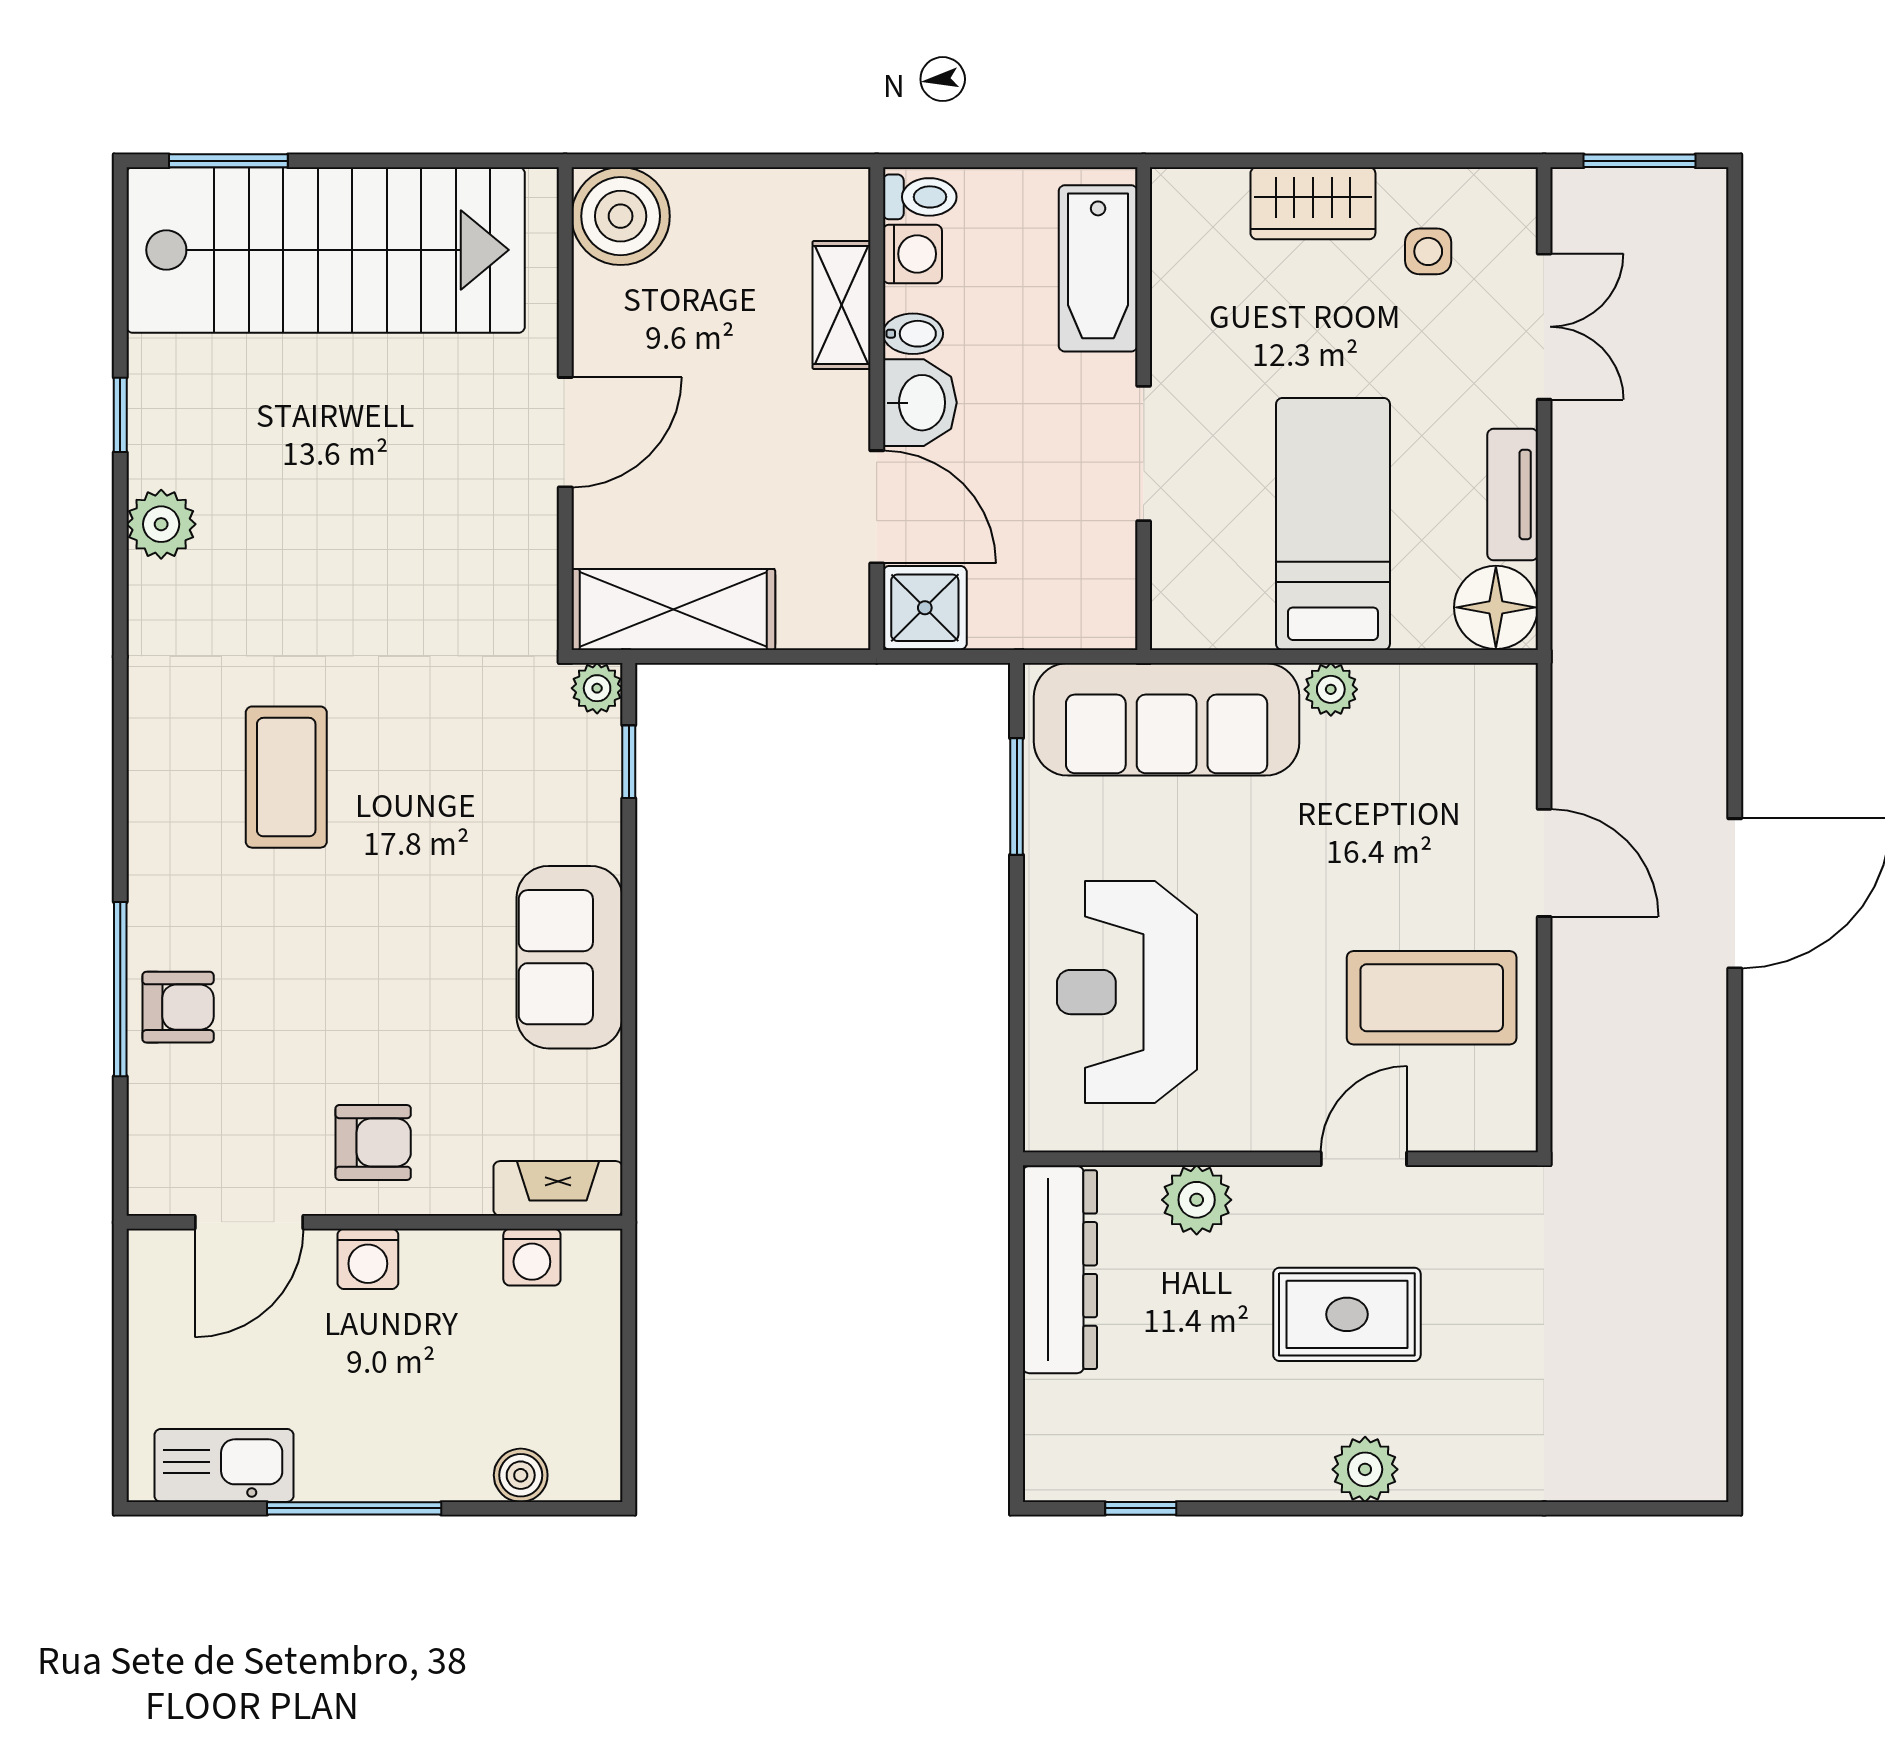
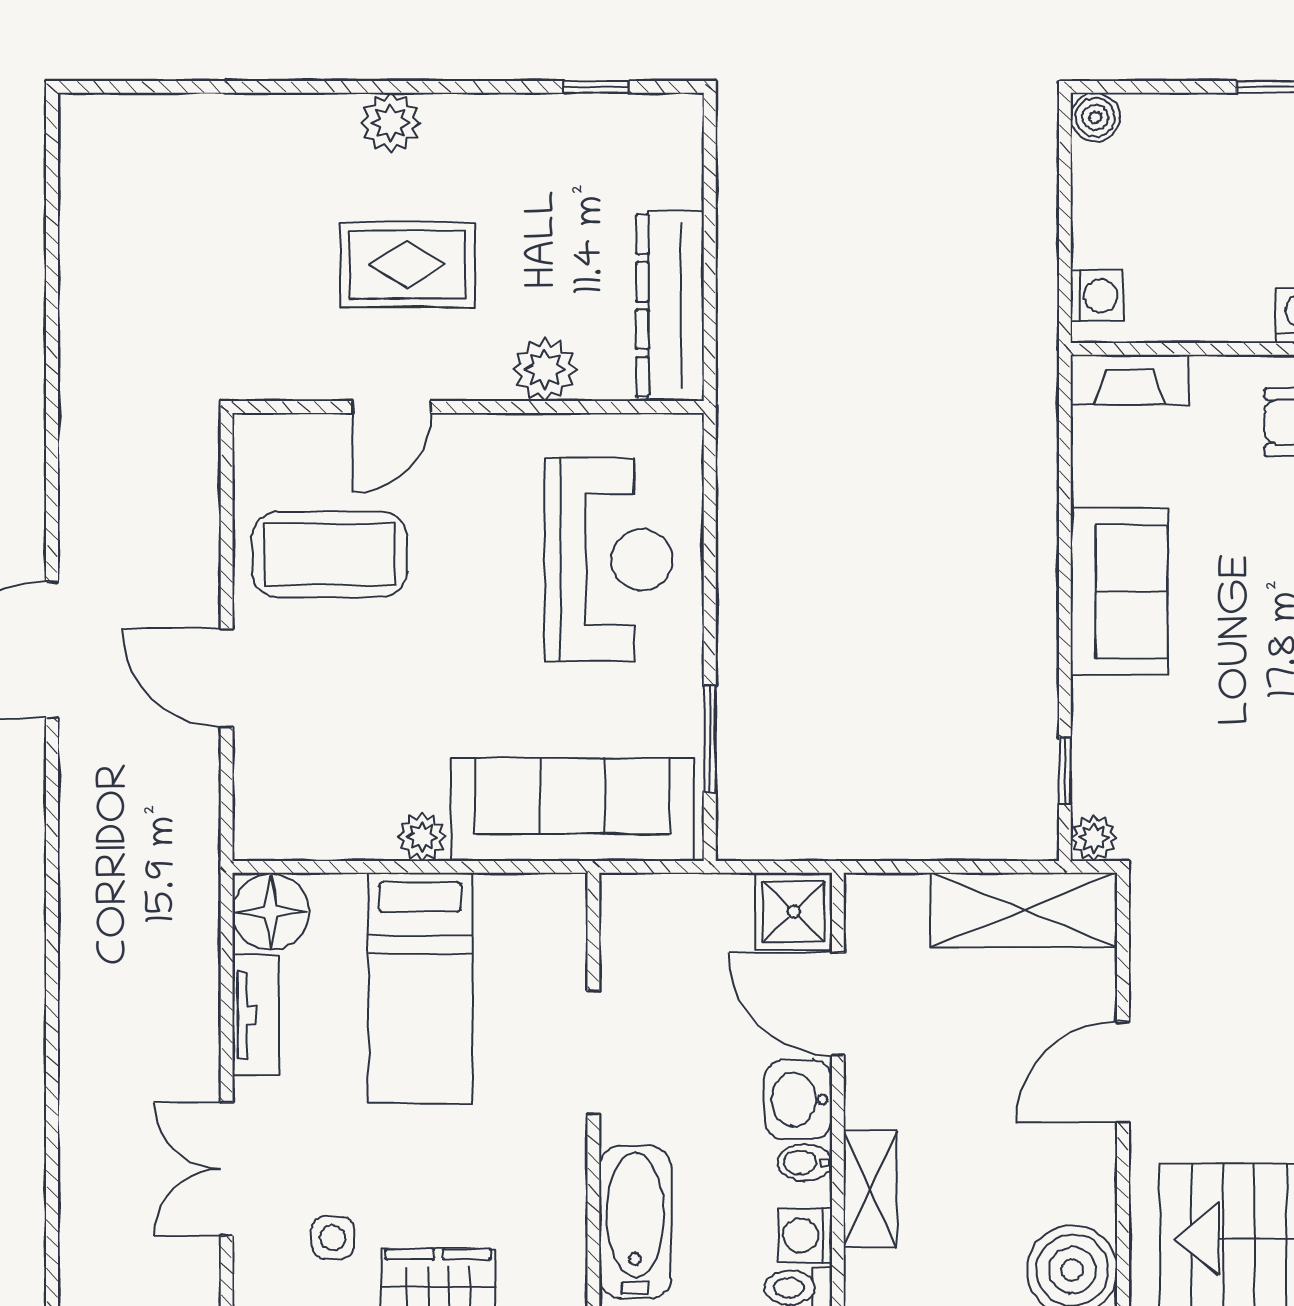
washing machine: (532, 1257) -> (1097, 296), moved, turned 90
boiler: (521, 1475) -> (1095, 117), moved

